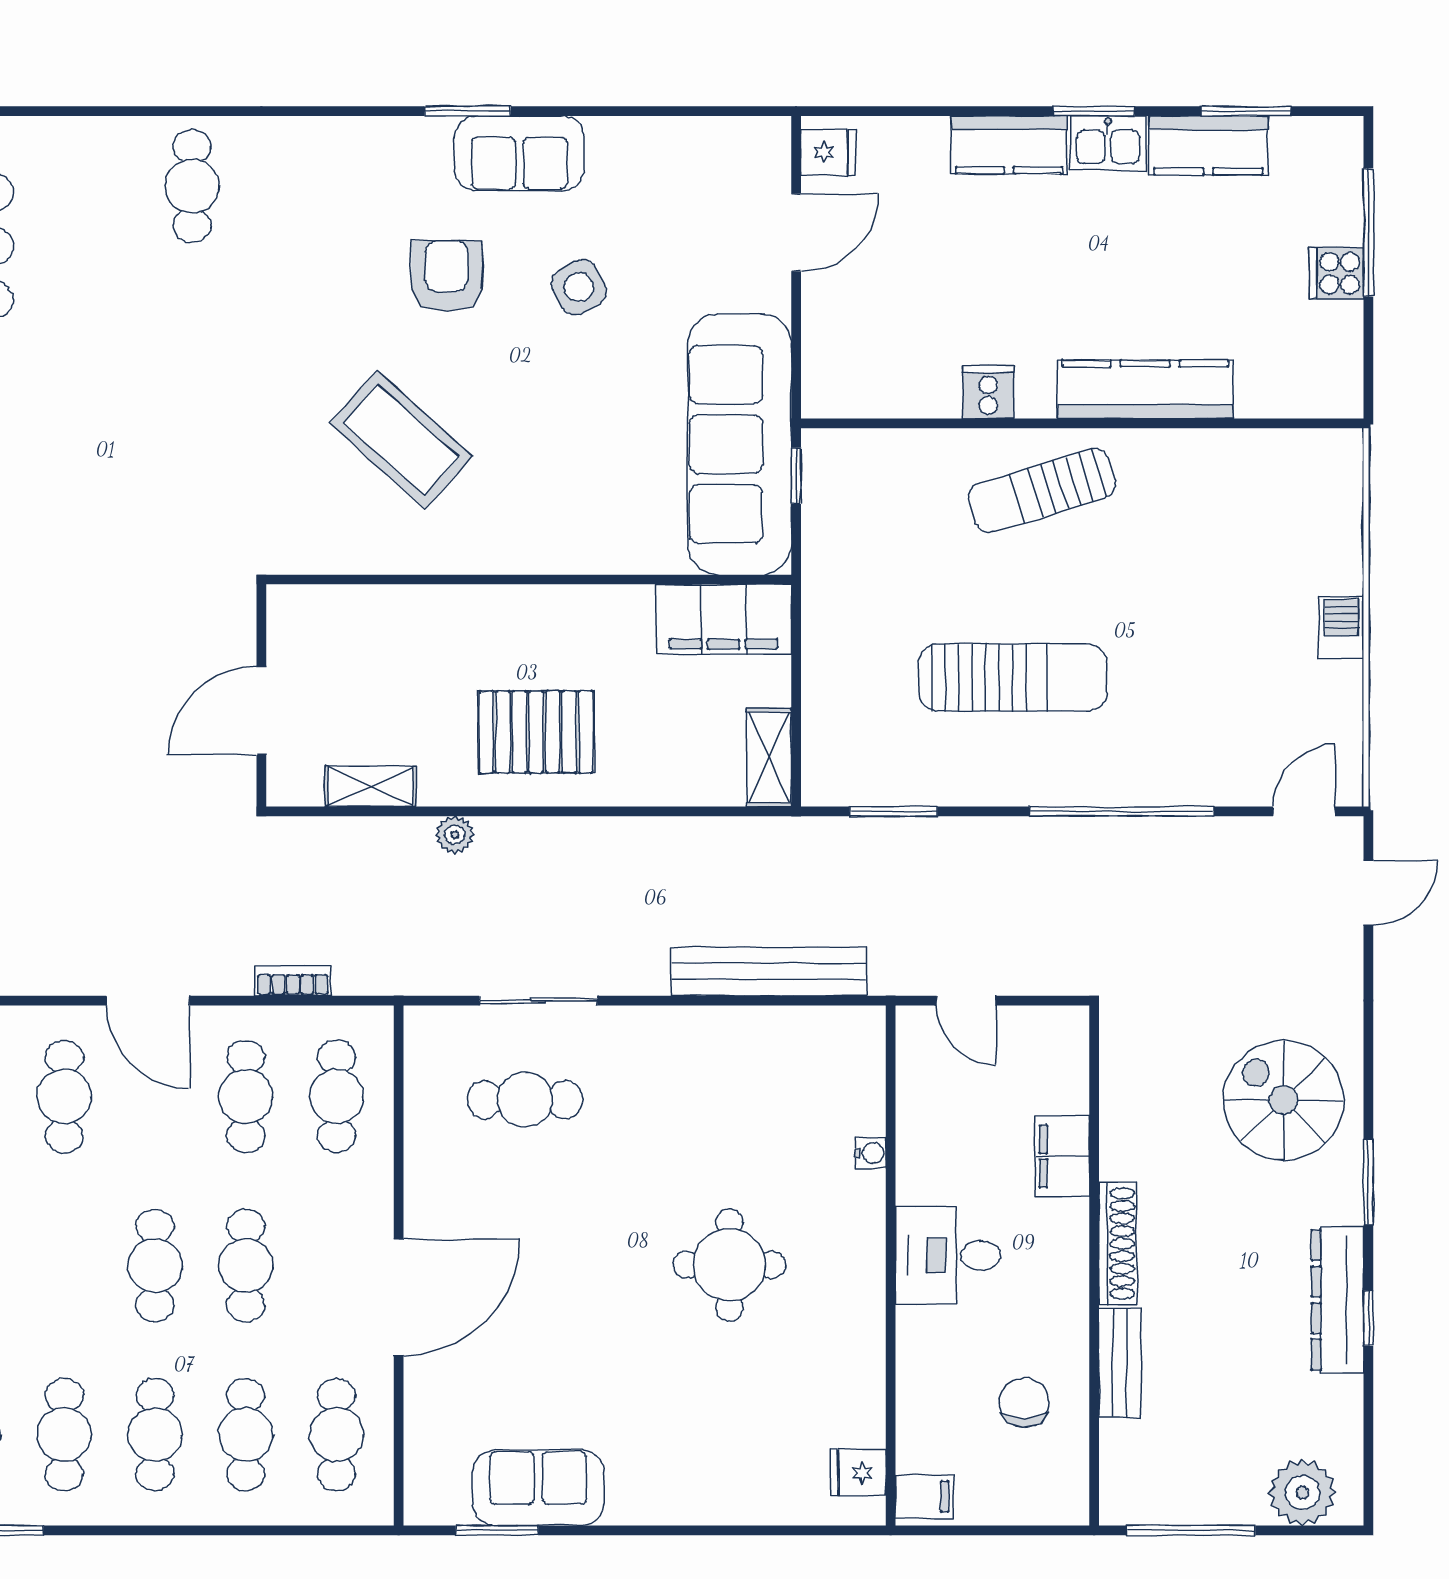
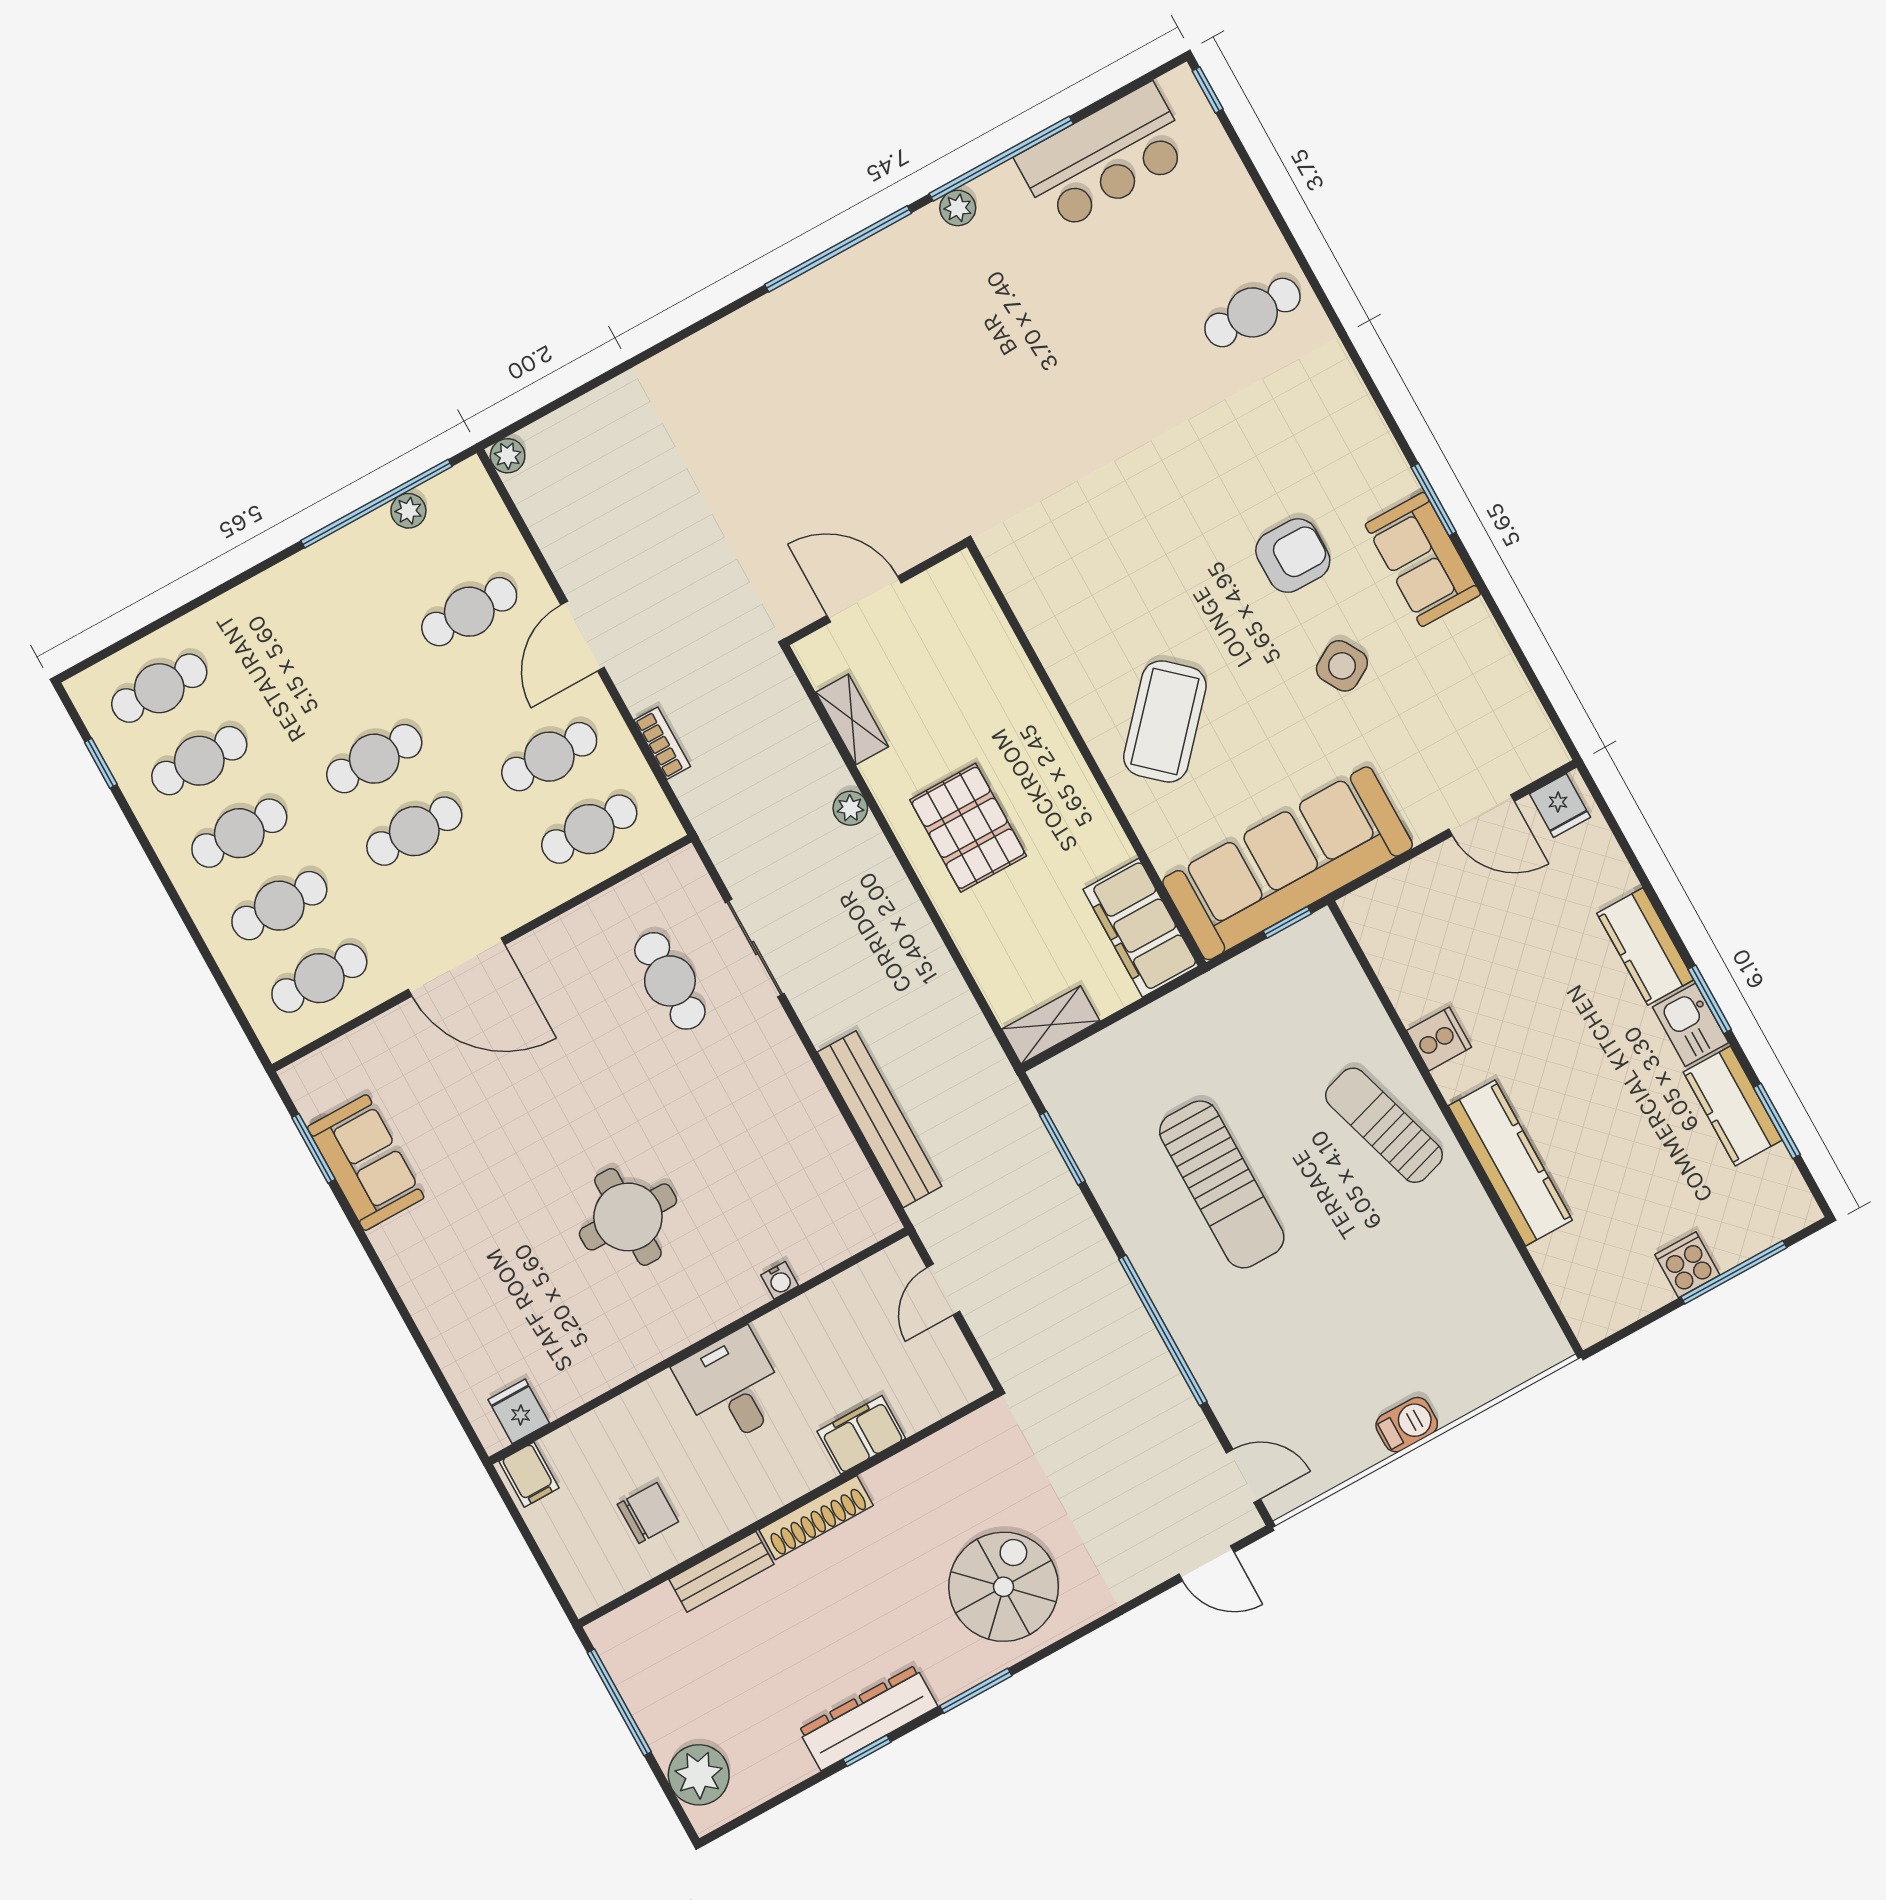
coffee table: (401, 440) -> (1165, 721), moved

